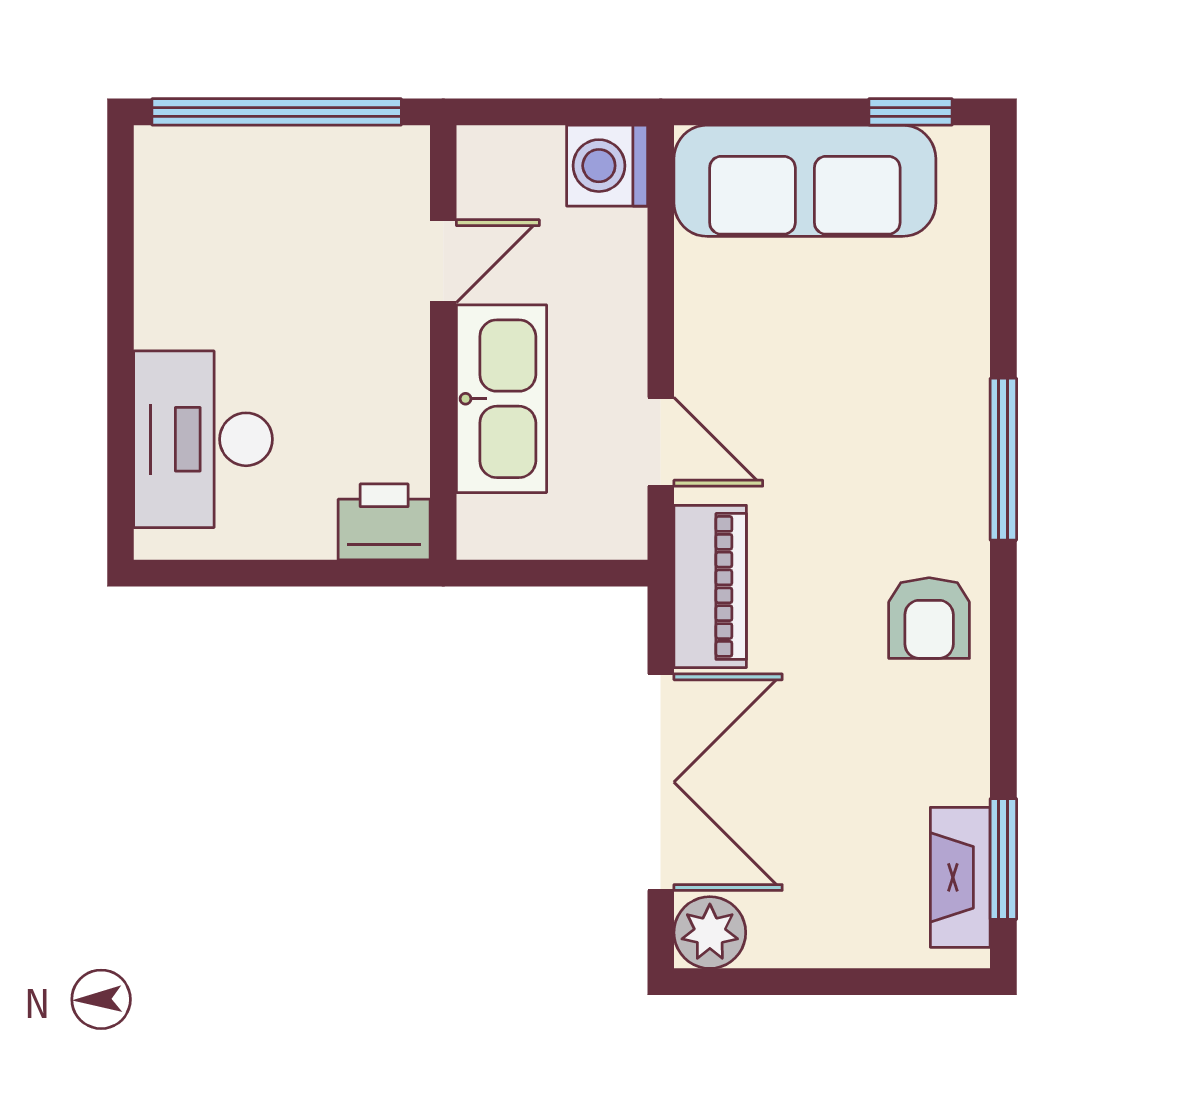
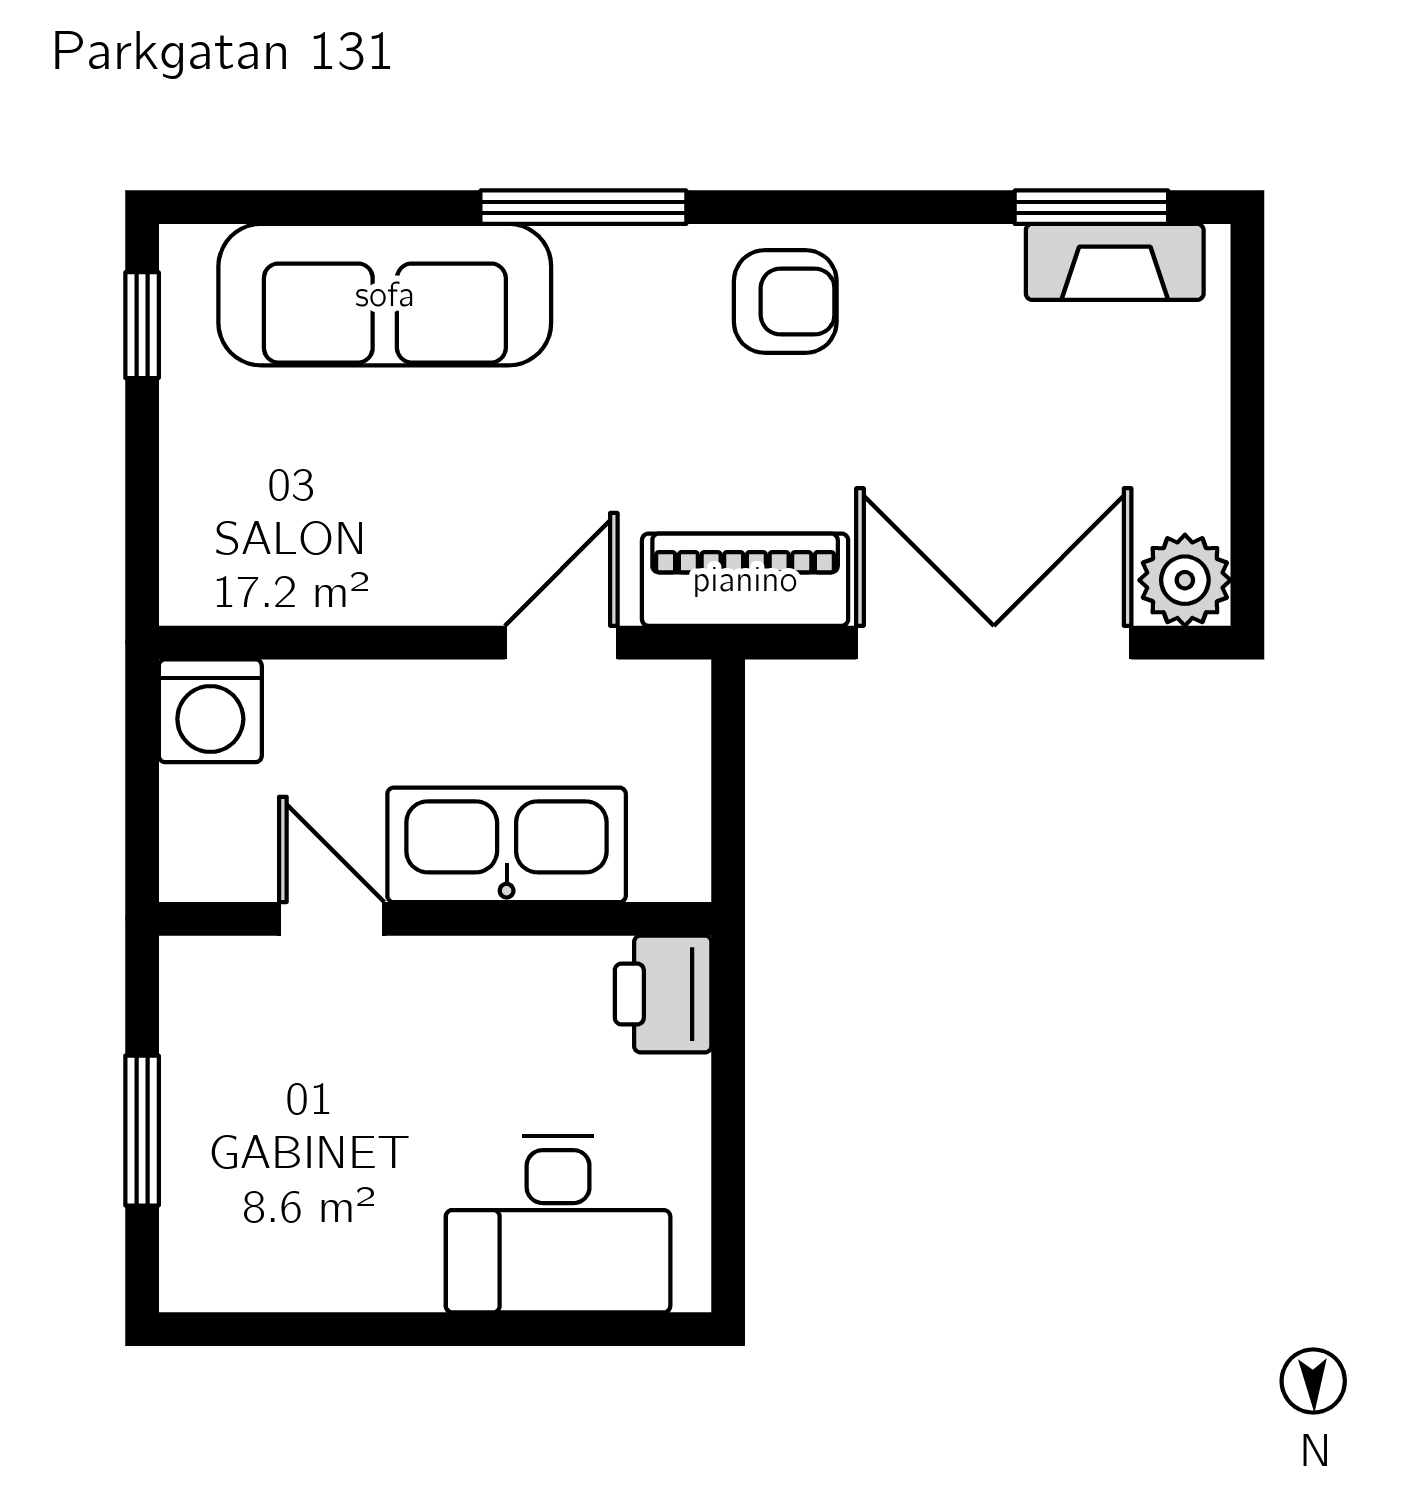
window: (277, 112) -> (142, 1131), width x0.47
sofa: (805, 181) -> (385, 295), moved, turned 90

